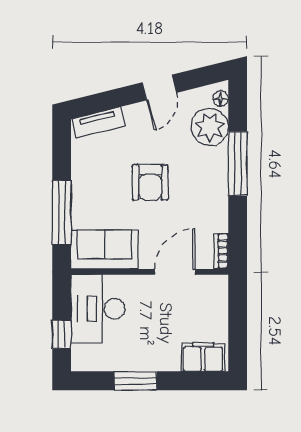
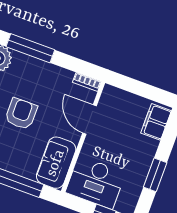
armchair: (150, 182) -> (21, 114), turned -90

